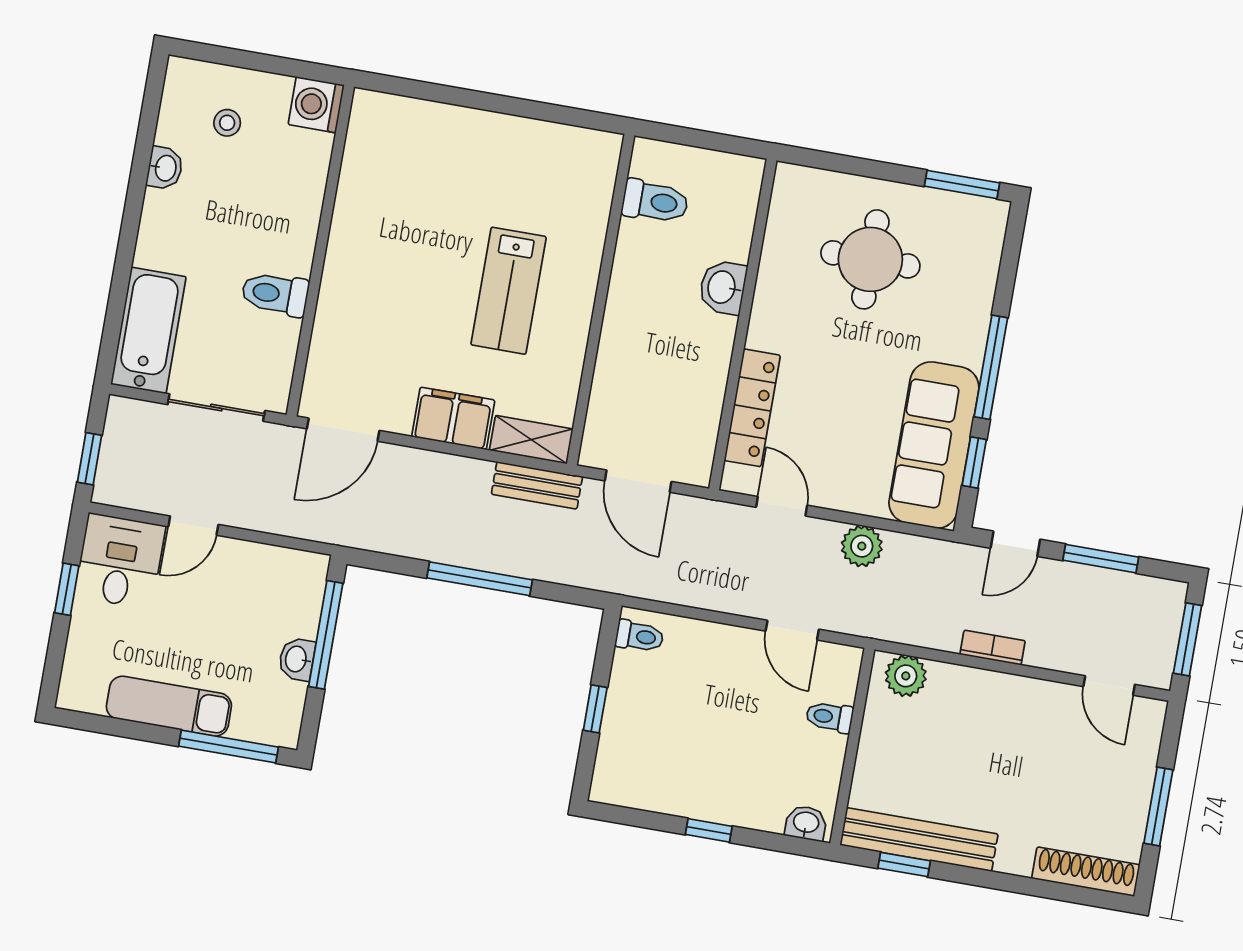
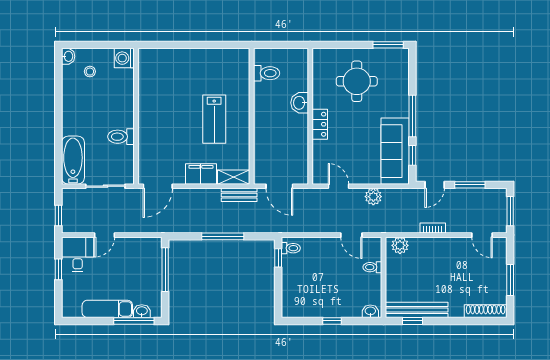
washbasin: (165, 168) -> (68, 56), moved
locker: (752, 408) -> (320, 124), moved, width x0.66
washbasin: (297, 659) -> (142, 311), moved, turned 90
window: (595, 709) -> (278, 258), moved

